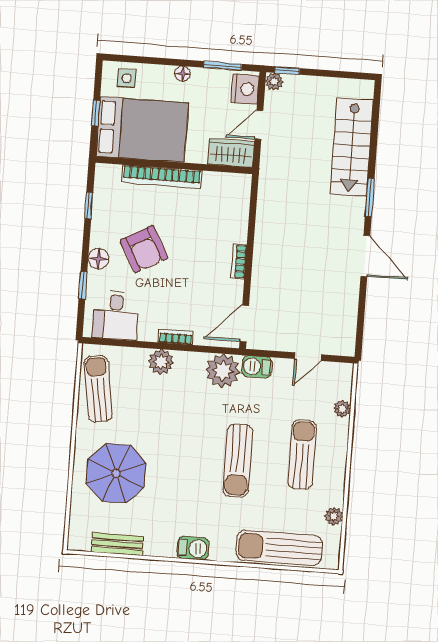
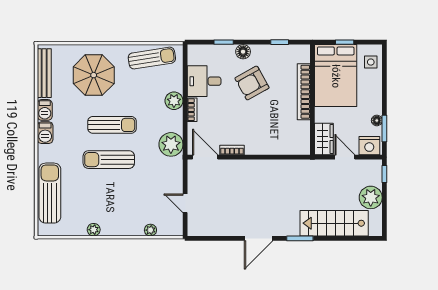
floor lamp: (182, 74) -> (377, 120), moved
plant: (274, 82) -> (371, 197), moved, width x1.88, depth x1.88
bookcase: (239, 261) -> (232, 150), moved
desk: (116, 315) -> (204, 81), moved
barbecue: (257, 367) -> (45, 110), moved, turned 180
sun lounger: (302, 454) -> (112, 125), moved
plant: (334, 516) -> (94, 230), moved
bench: (117, 544) -> (44, 73), width x1.36

